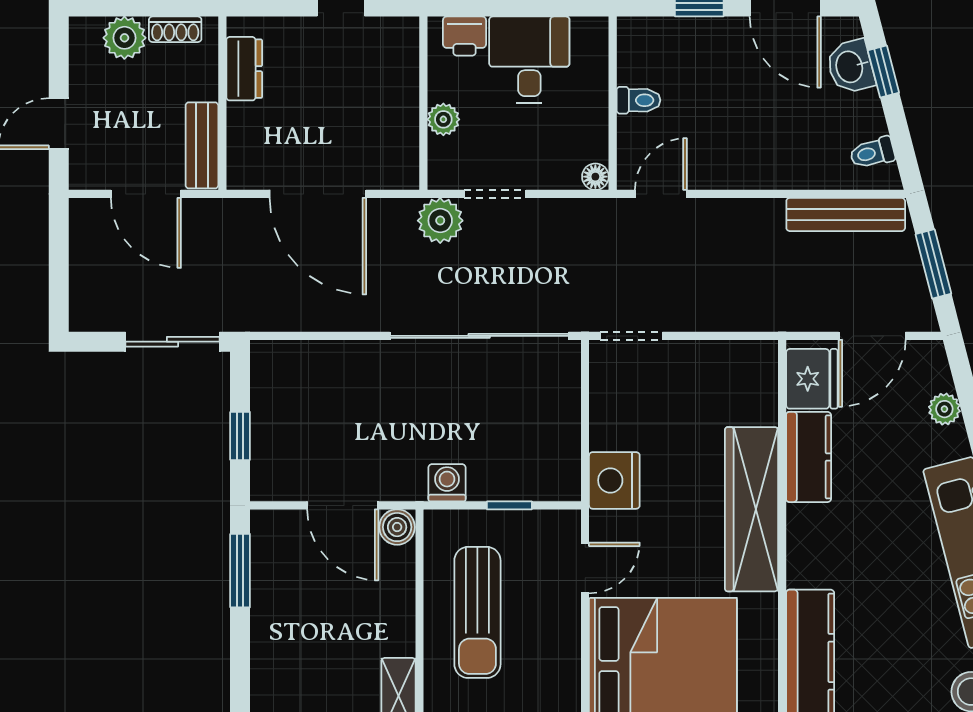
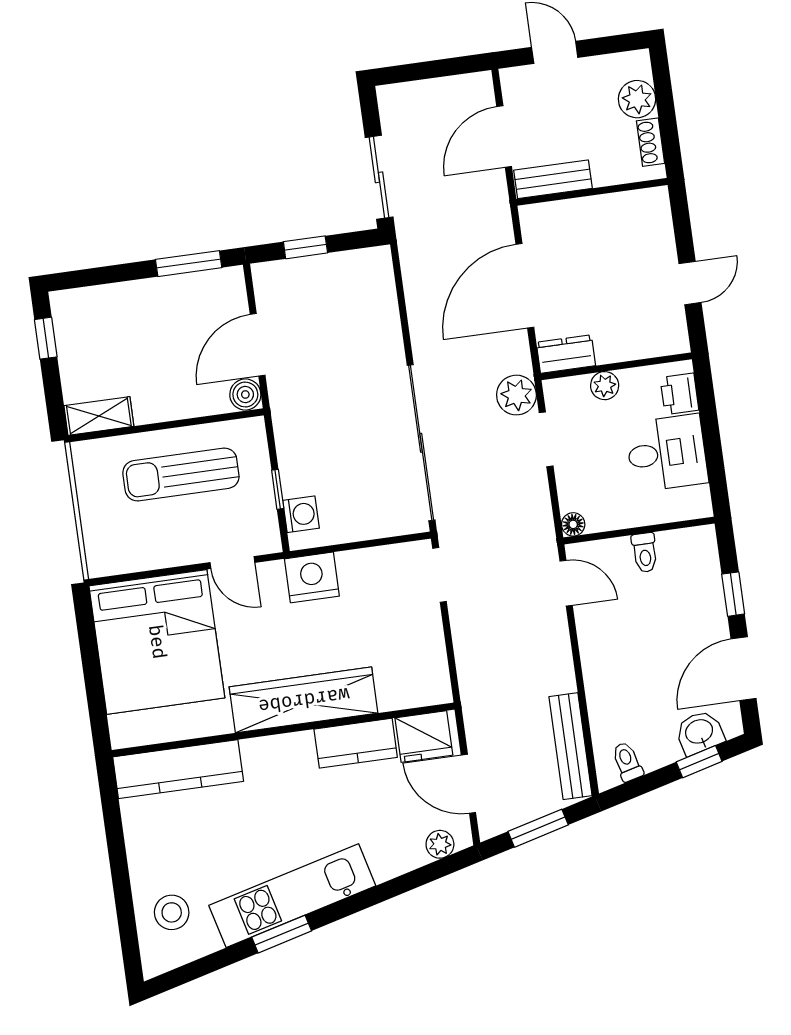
dresser: (244, 69) -> (566, 354), moved, turned 180
plant: (944, 409) -> (440, 844), moved
washing machine: (447, 483) -> (301, 514), moved

